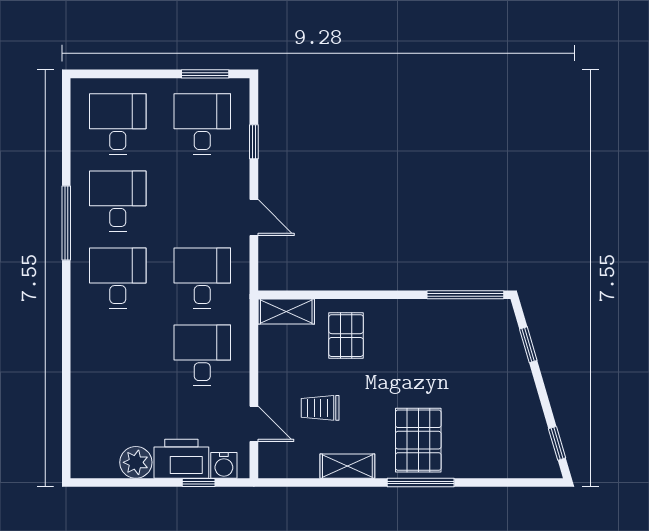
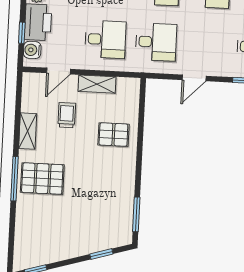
window: (465, 295) -> (136, 214), width x0.69
shelving: (286, 312) -> (97, 84), moved, turned 90

